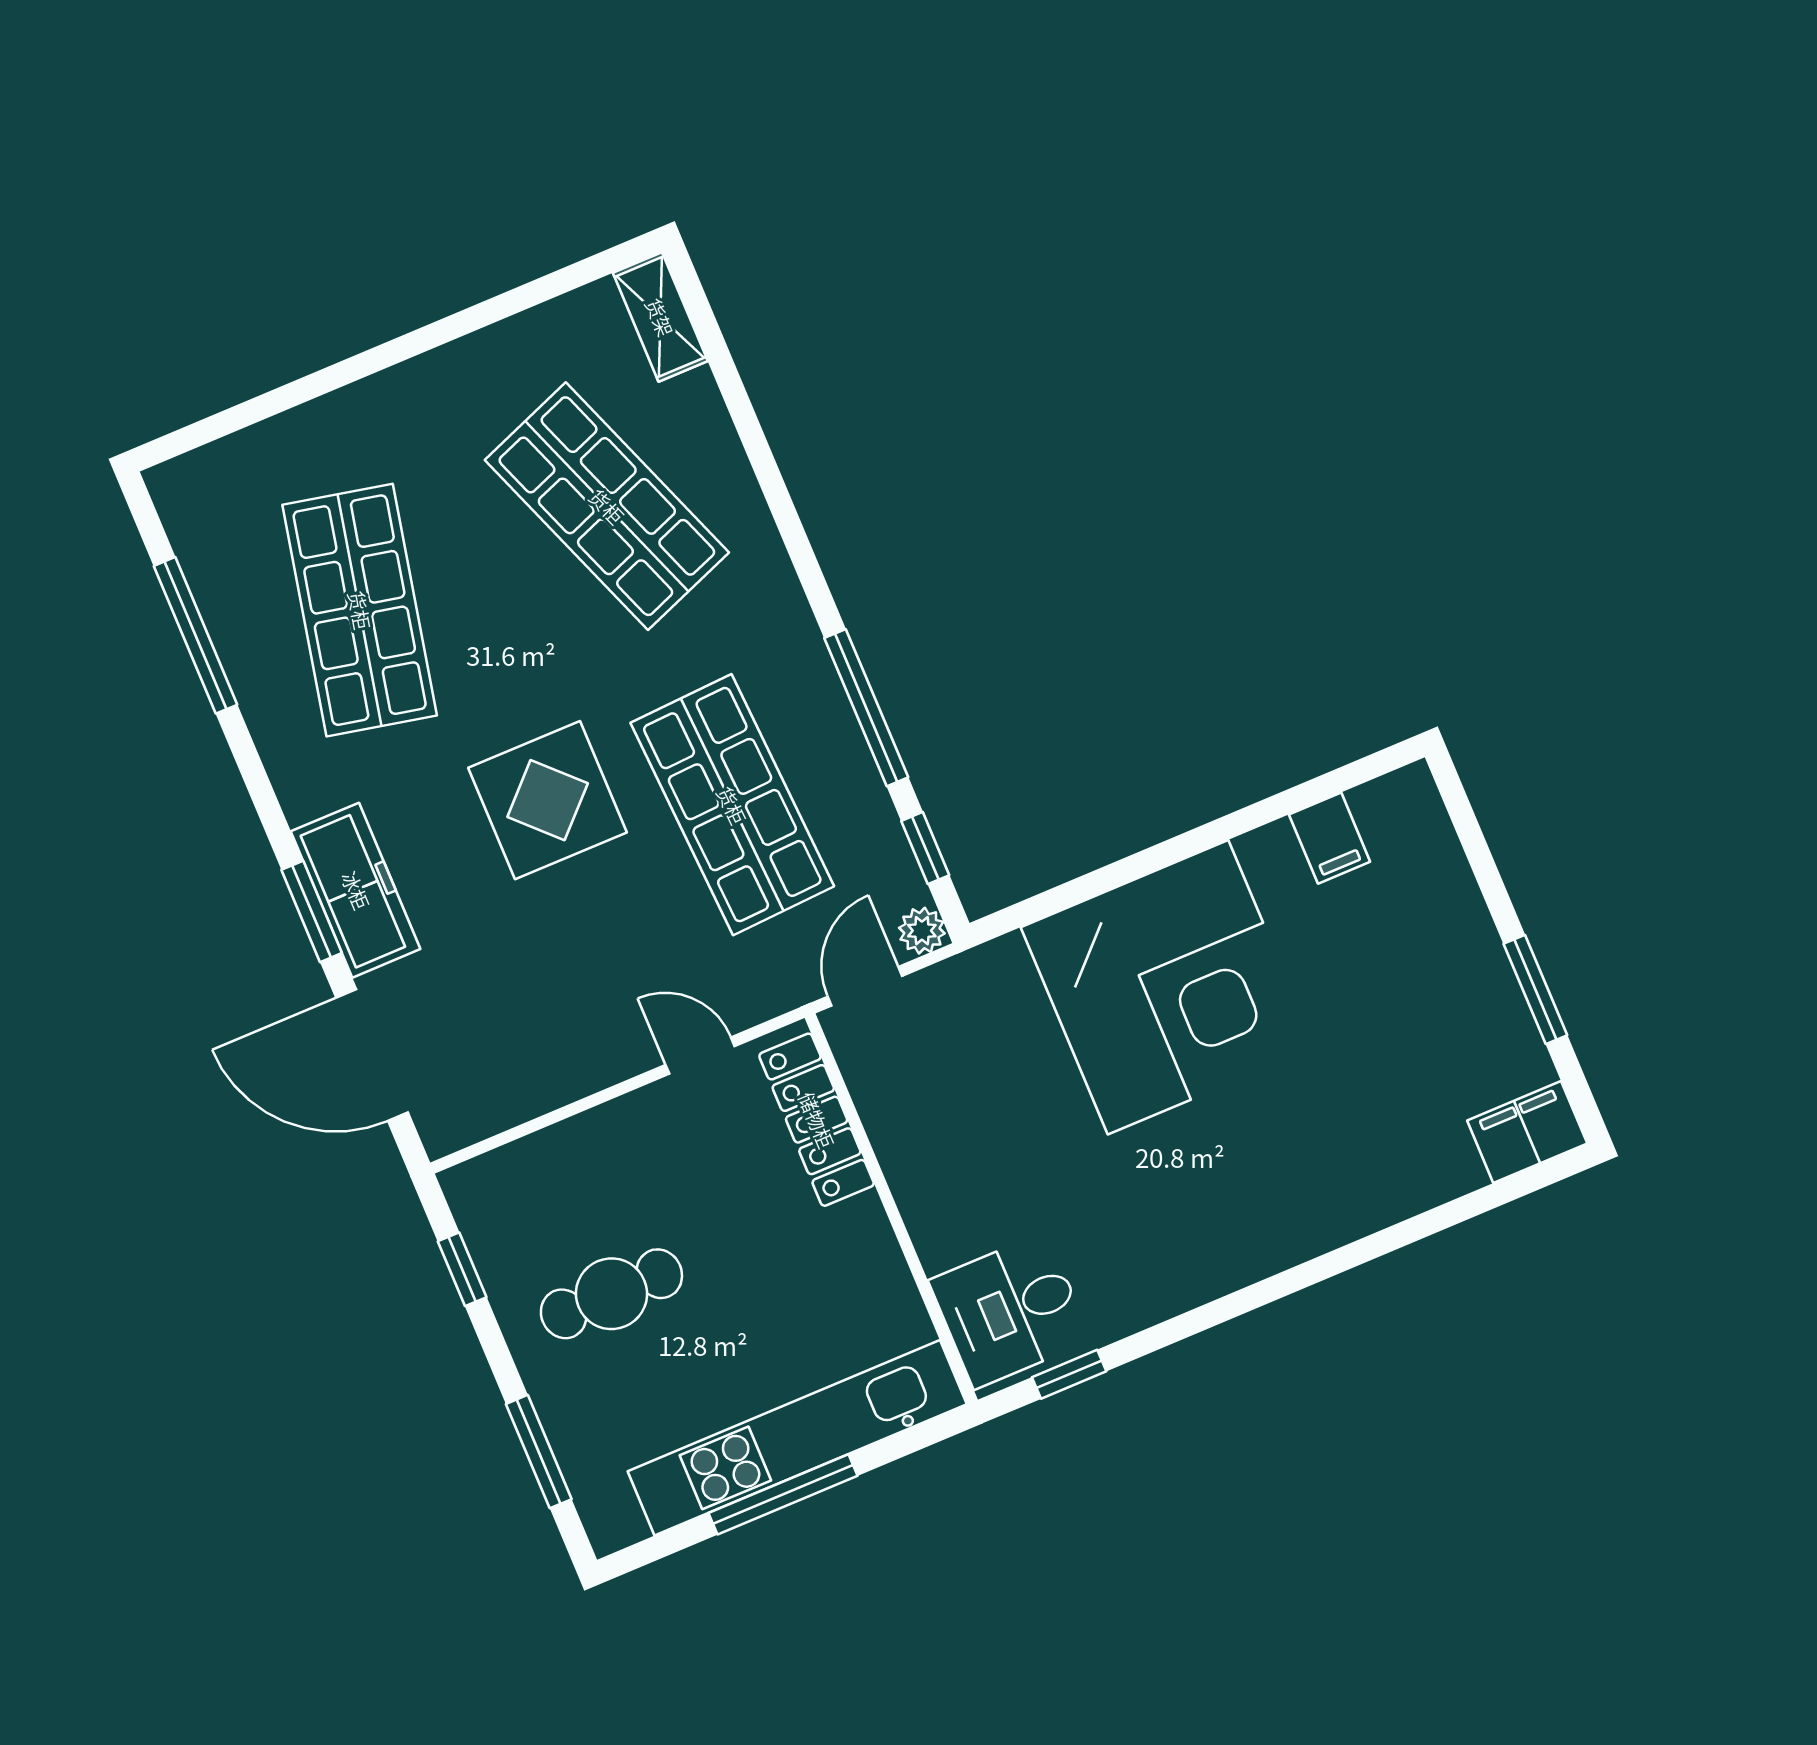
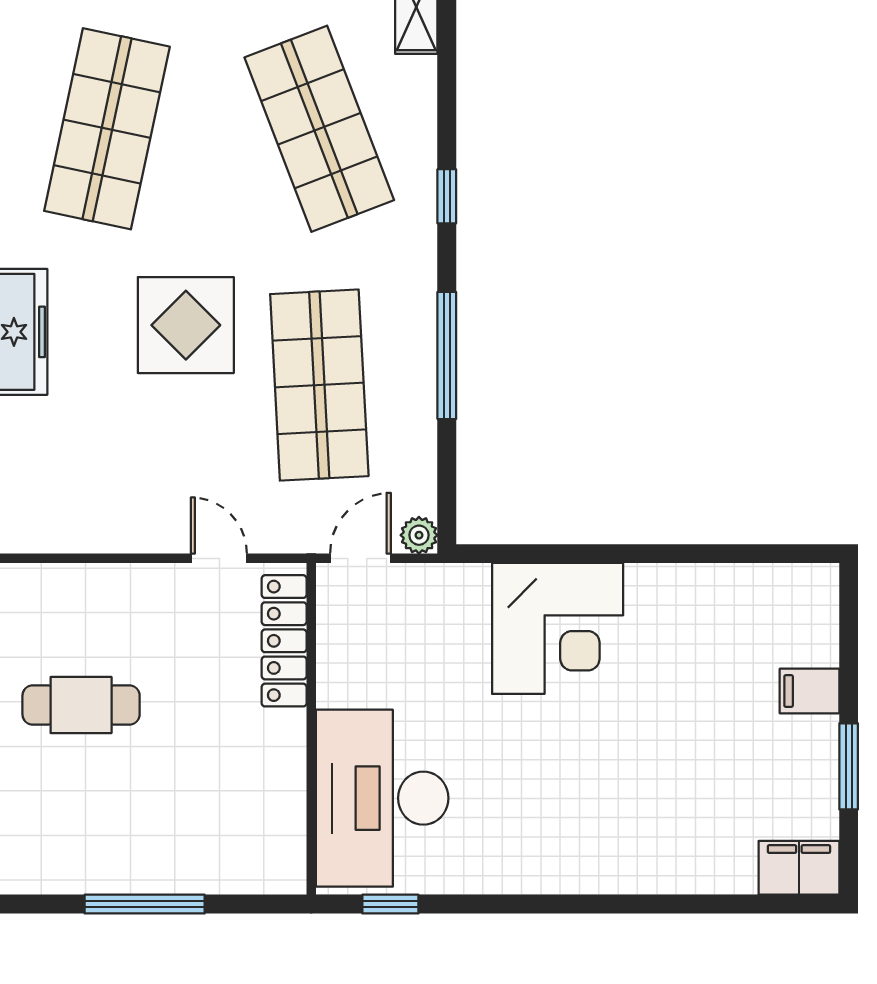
filing cabinet: (1330, 838) -> (809, 691), moved, turned 90
window: (925, 848) -> (447, 196), moved
corner desk: (1168, 987) -> (558, 628), width x0.74, depth x0.74
desk: (1010, 1310) -> (382, 798), width x1.87, depth x1.30
kitchen unit: (797, 1438) -> (172, 867), removed

